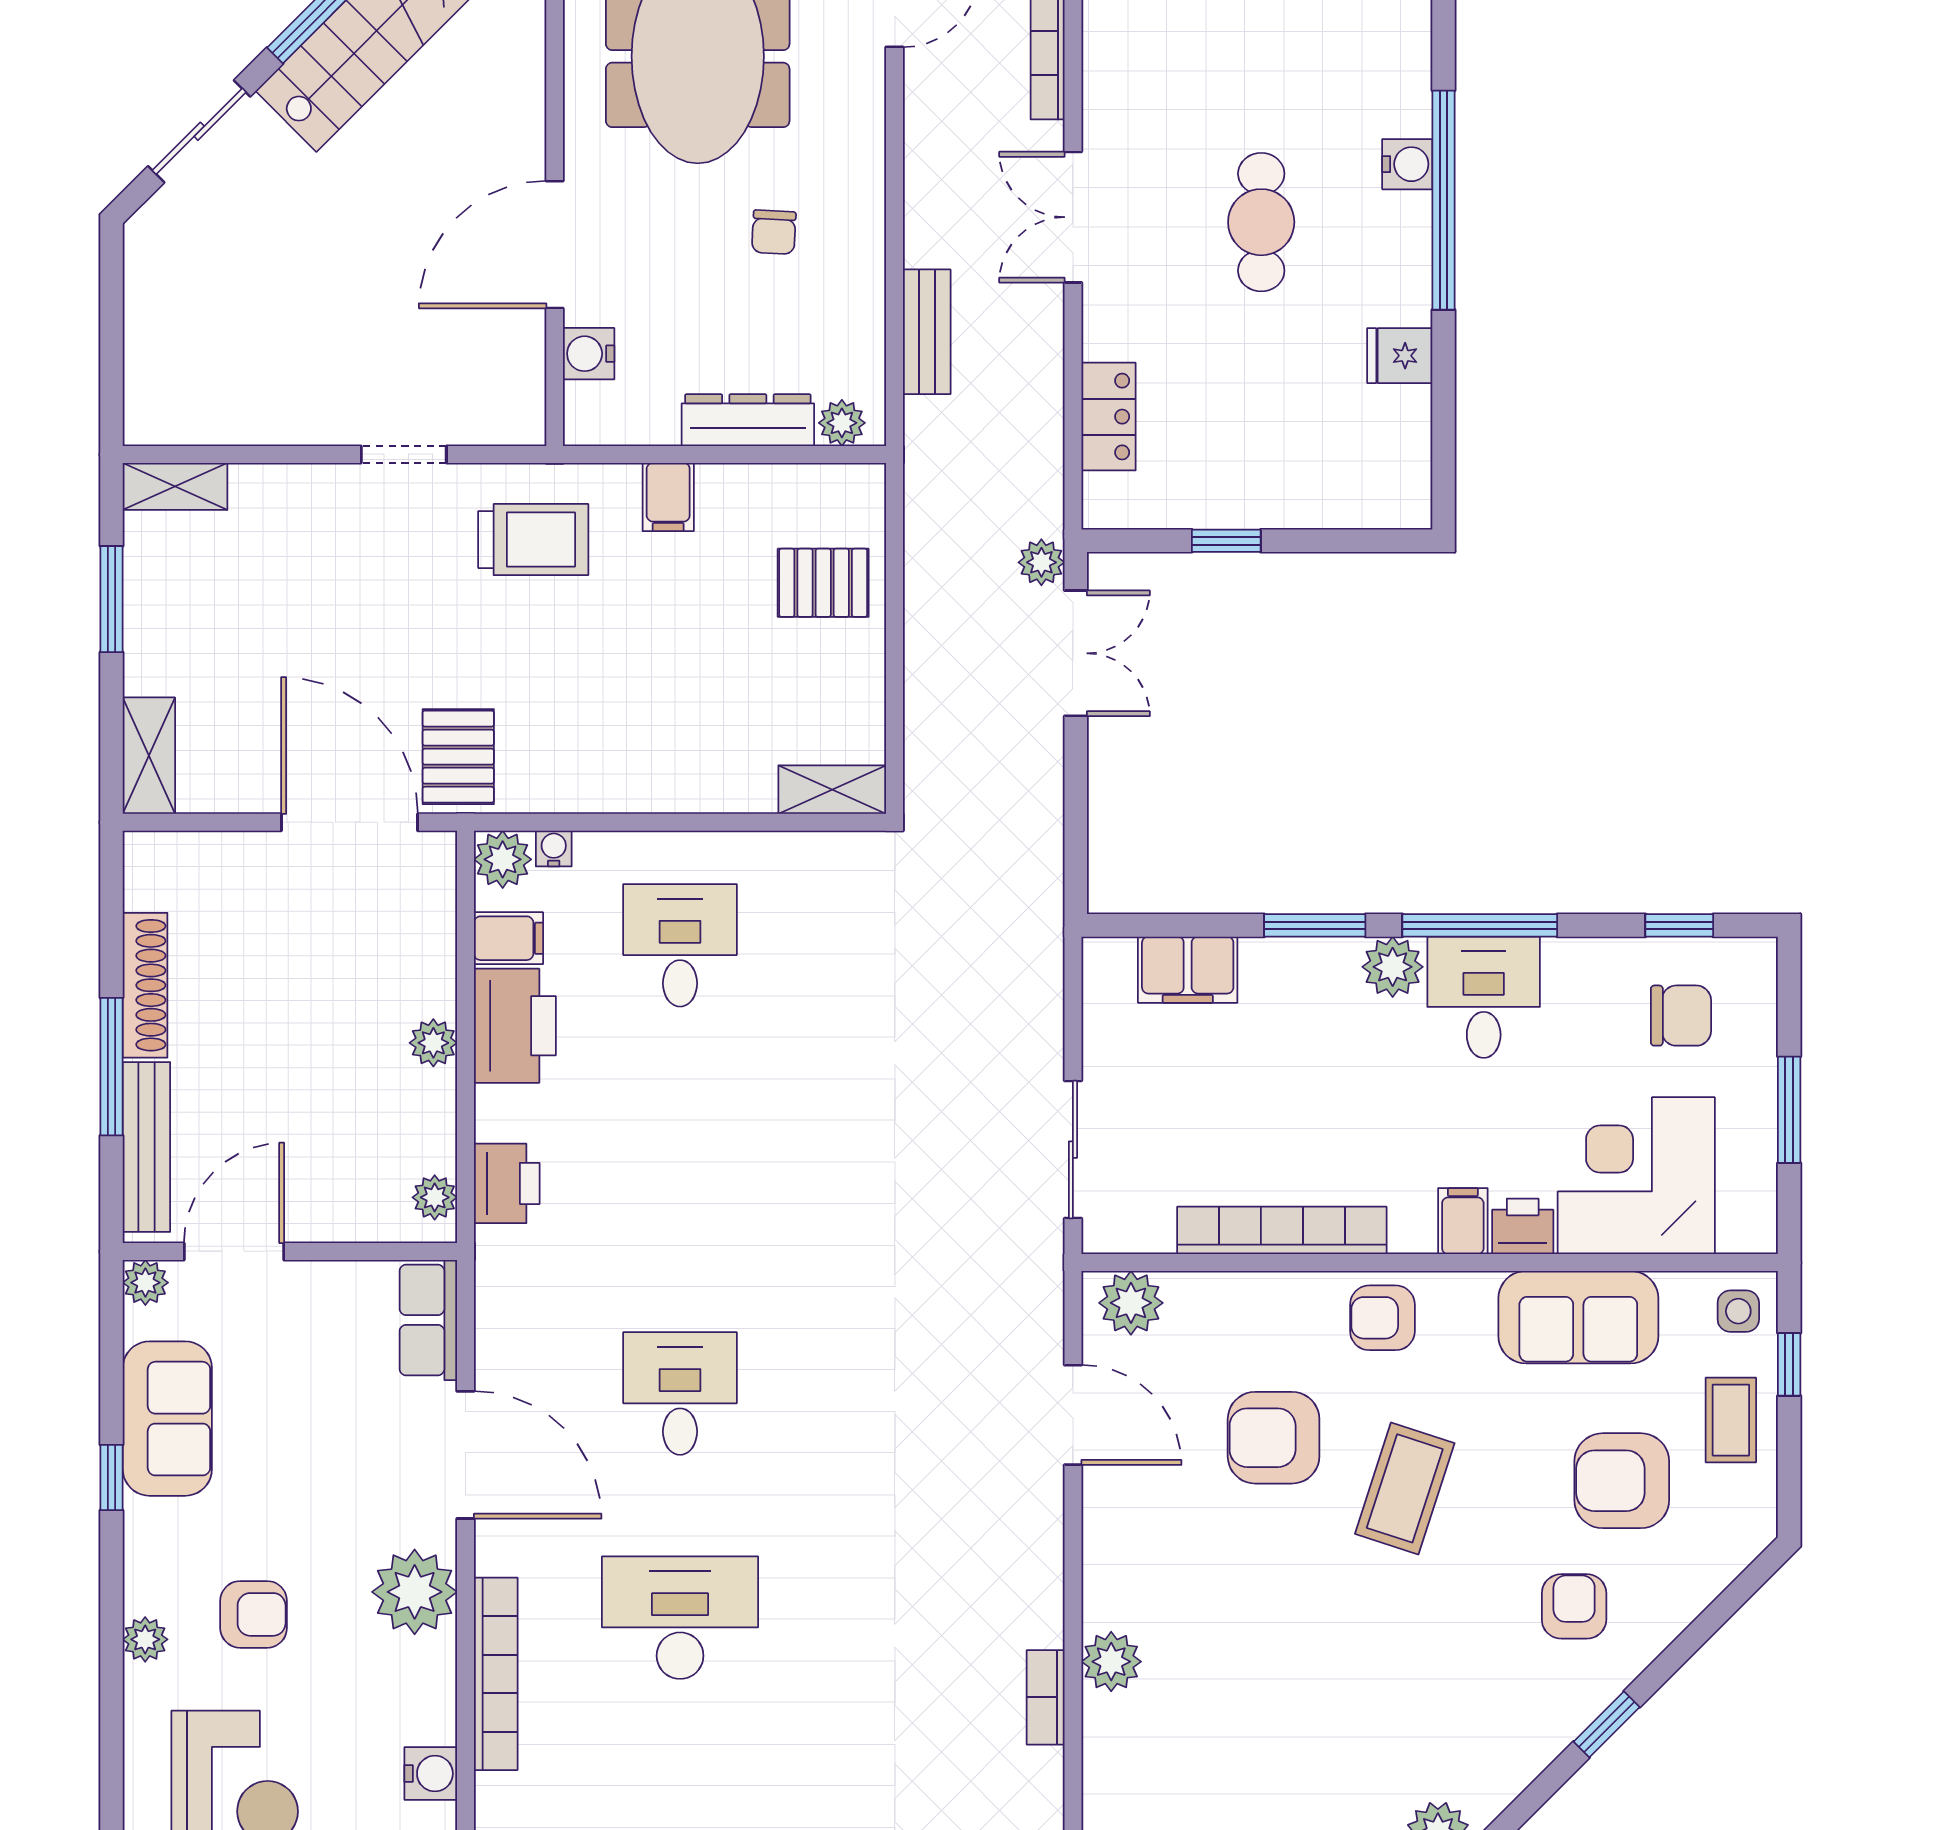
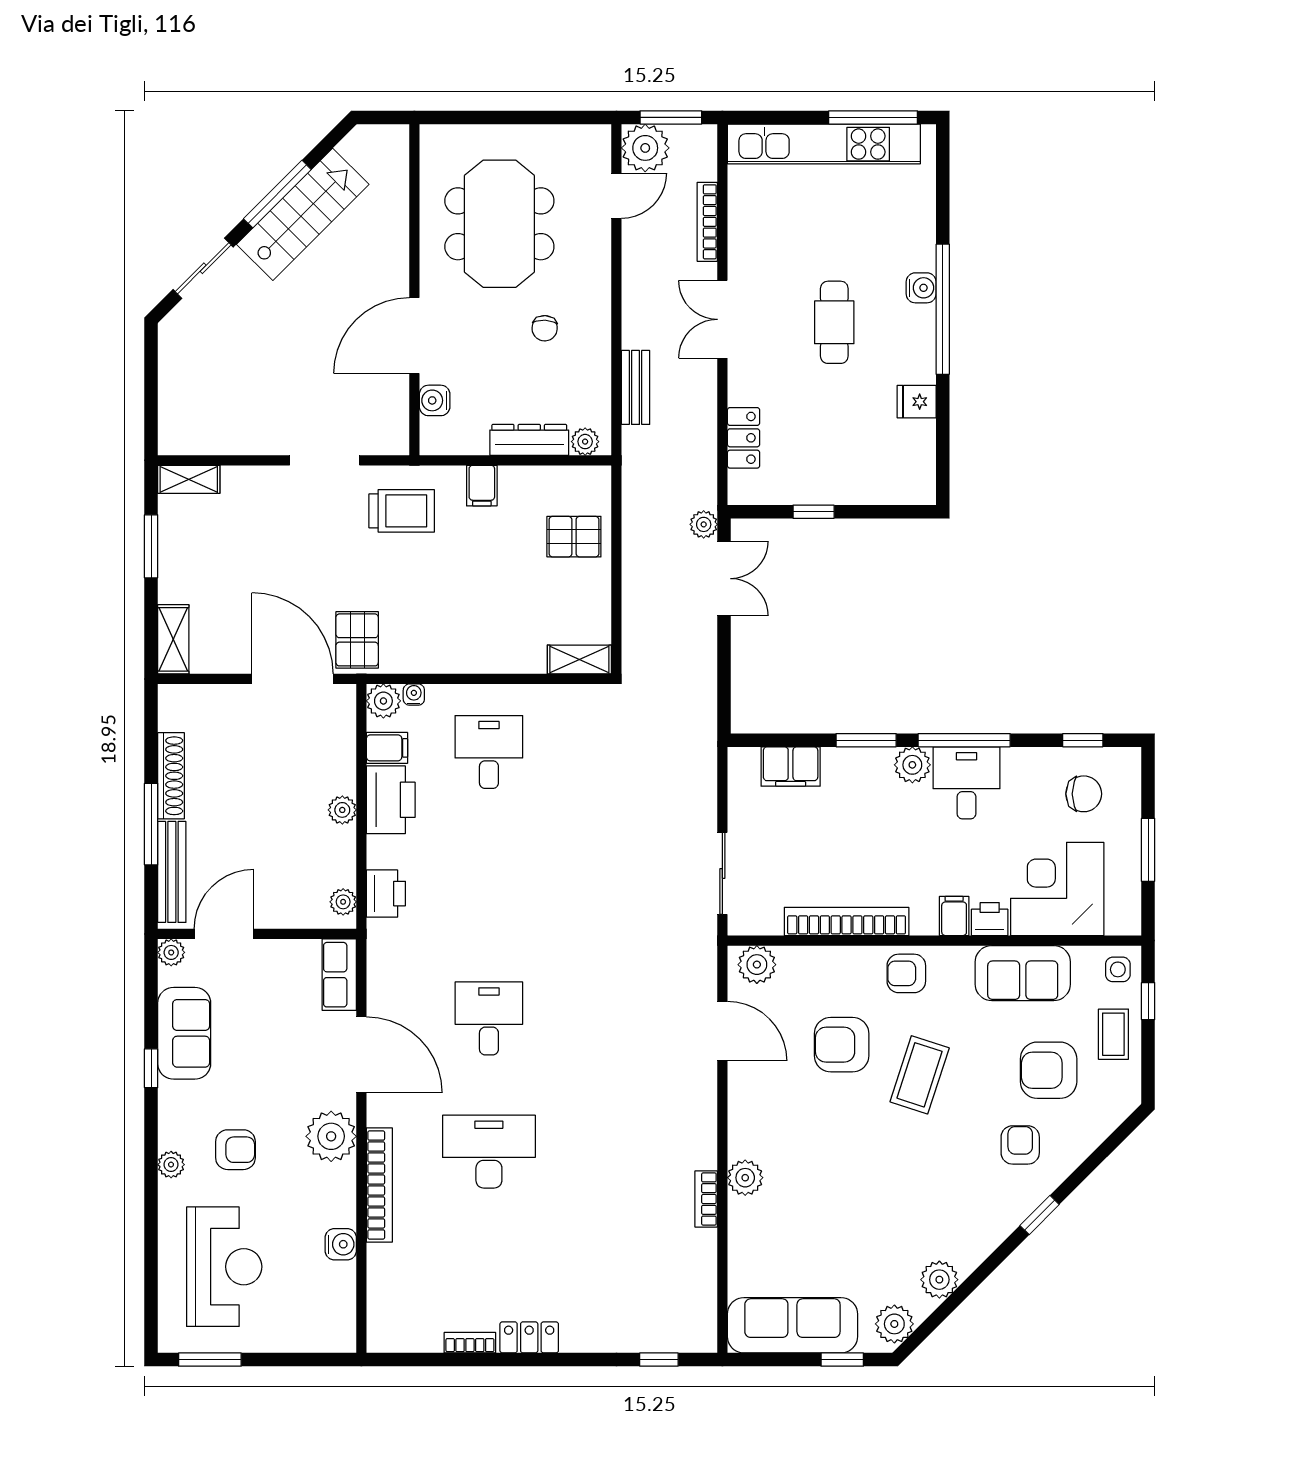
doorway: (404, 454) -> (325, 460), width x1.38

